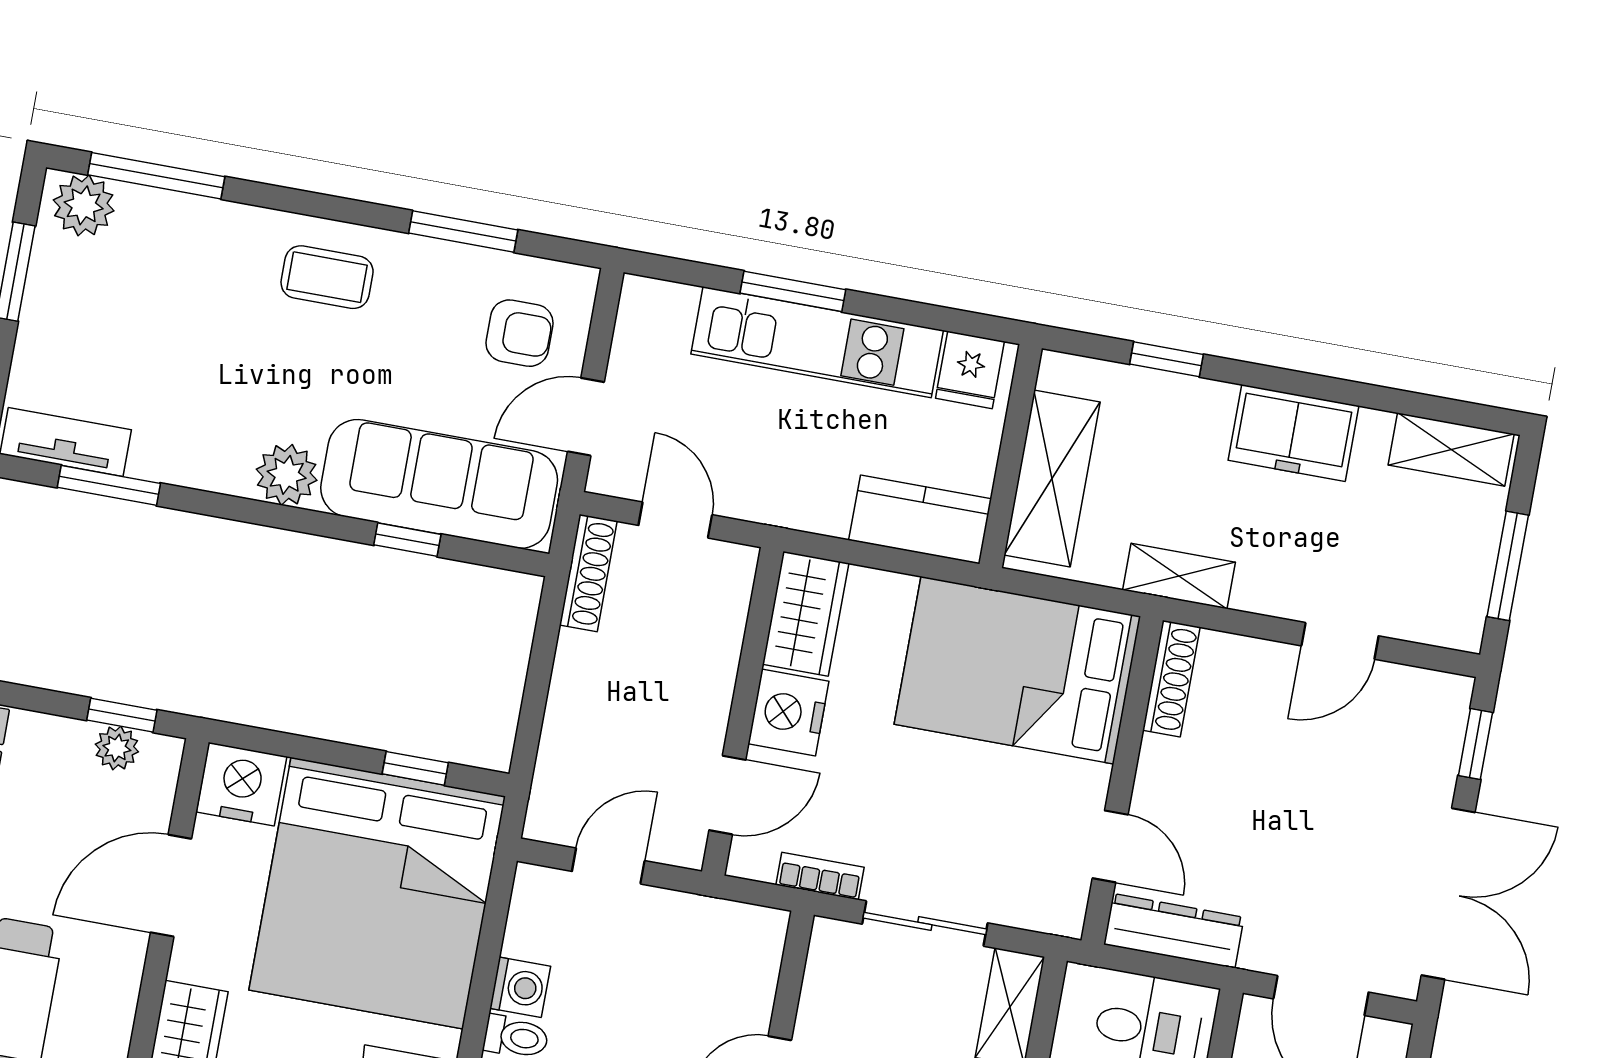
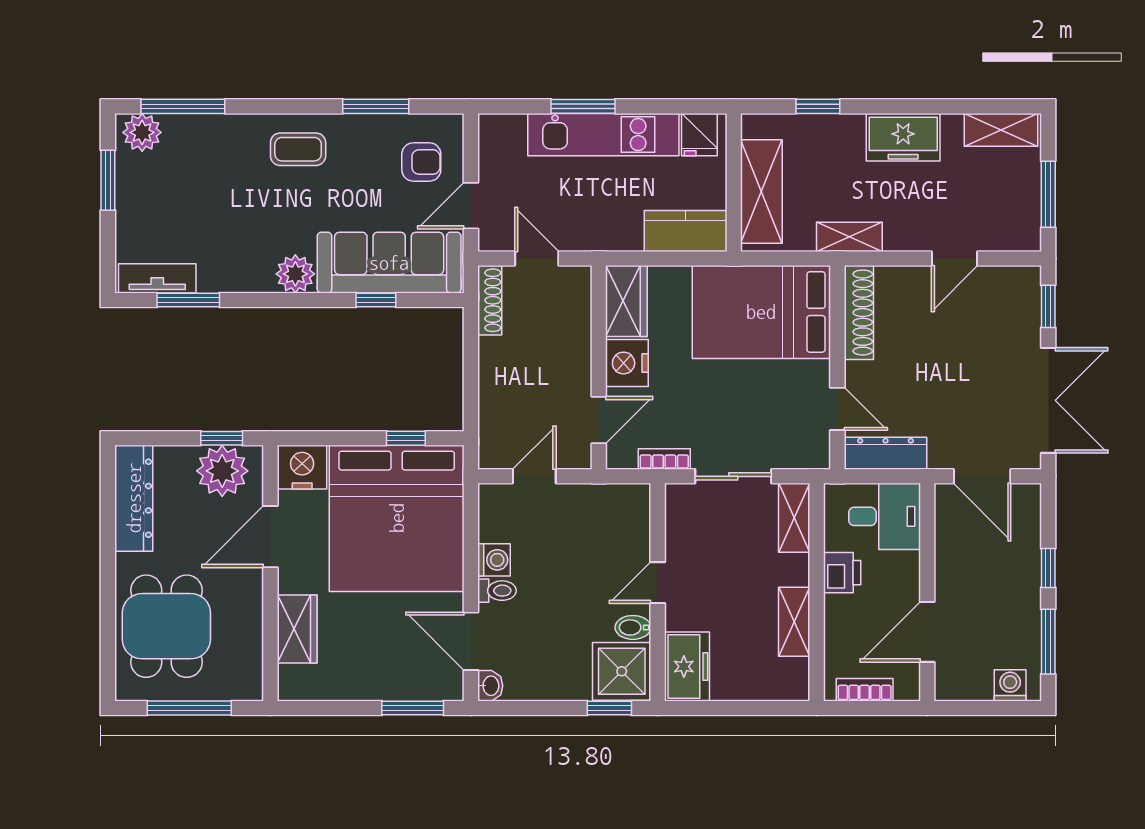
shoe rack: (1171, 679) -> (859, 313), width x1.36, depth x1.24
plant: (117, 748) -> (222, 471), width x1.88, depth x1.88

